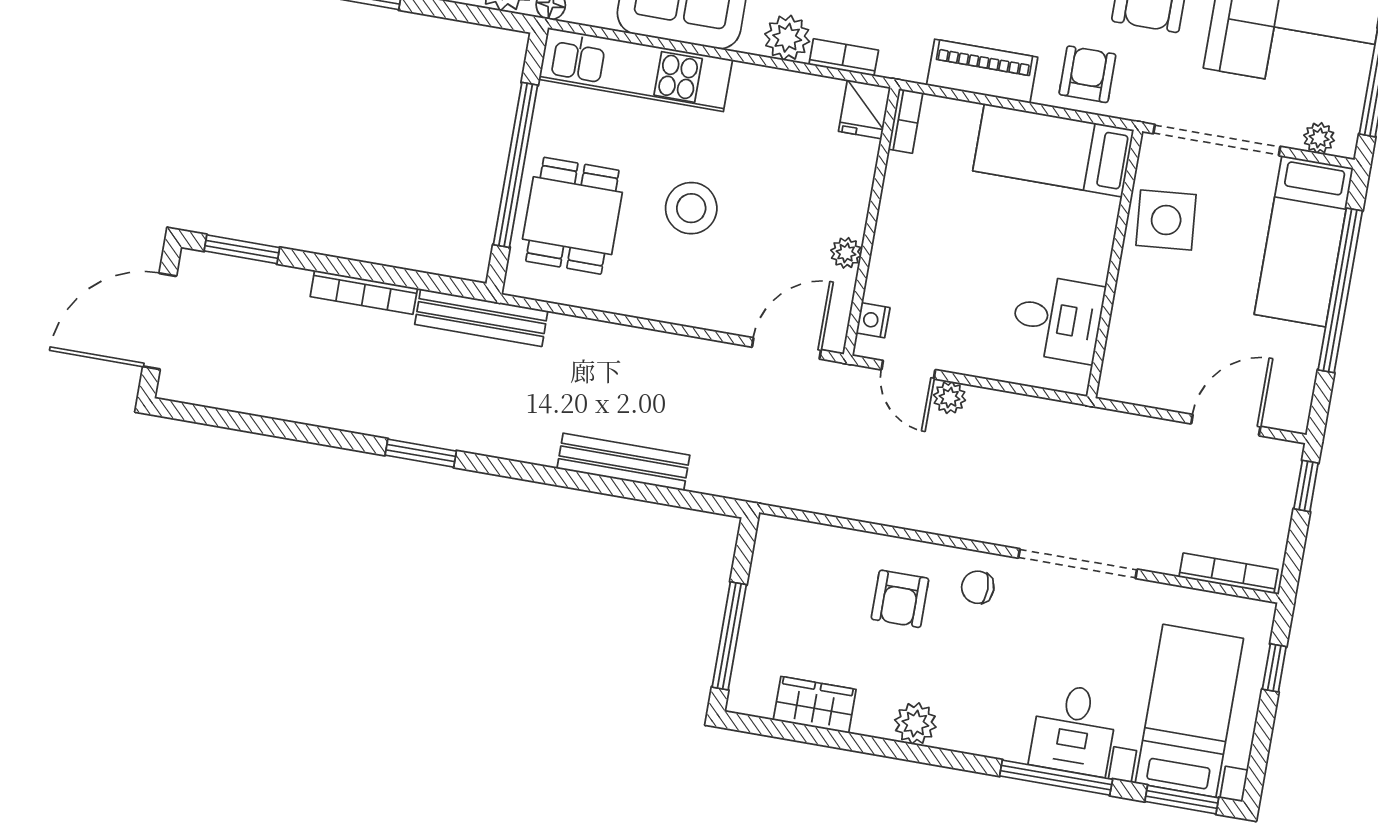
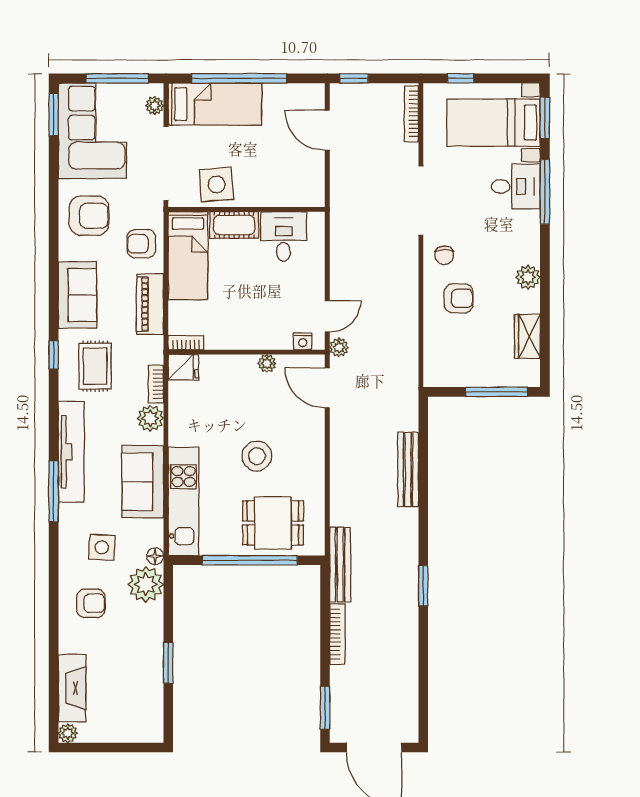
cot: (1092, 238) -> (234, 225), added
plant: (950, 398) -> (339, 347), moved

